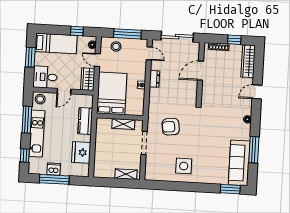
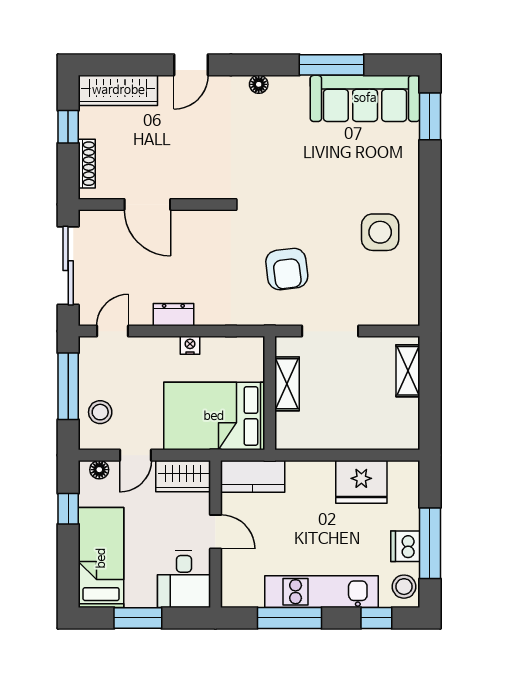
door: (257, 92) -> (191, 65), hinge flipped
stool: (40, 99) -> (404, 587), moved
kitchen counter: (85, 121) -> (253, 476), moved

